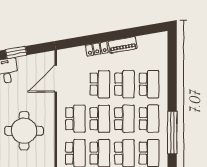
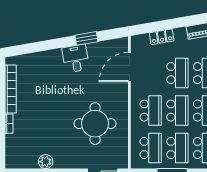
locker: (97, 49) -> (162, 37), moved

